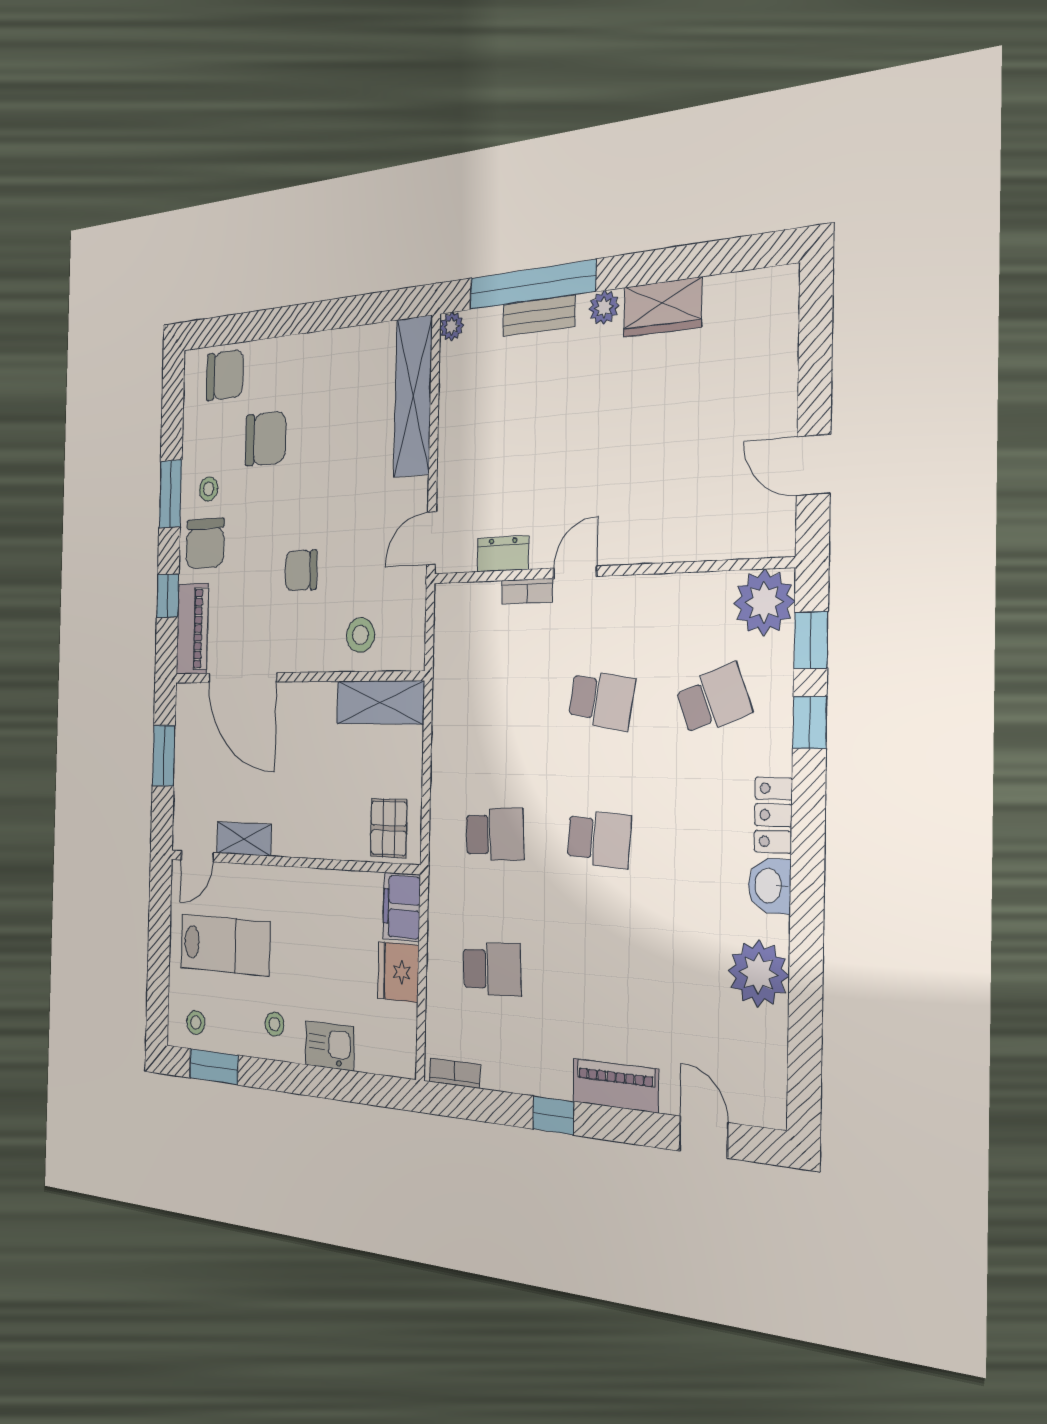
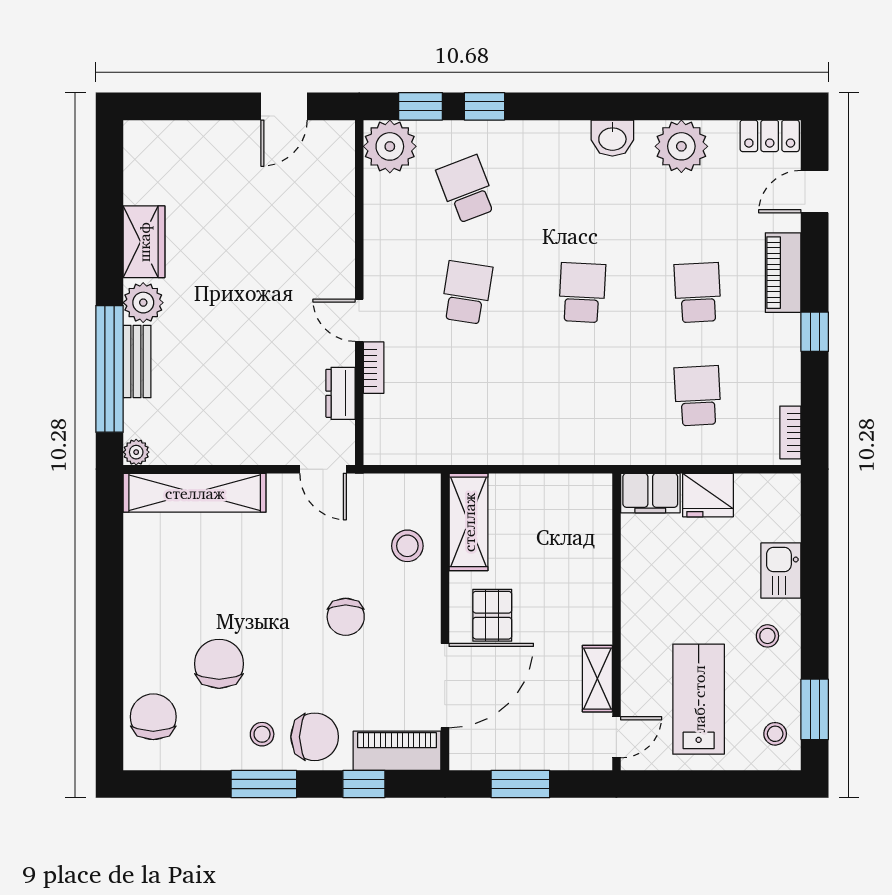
plant: (604, 308) -> (143, 303), width x1.38, depth x1.38
locker: (773, 815) -> (770, 136), moved
pallet: (389, 828) -> (492, 615), moved, turned 90
school desk: (495, 834) -> (698, 293), moved
door: (197, 856) -> (616, 737), hinge flipped

